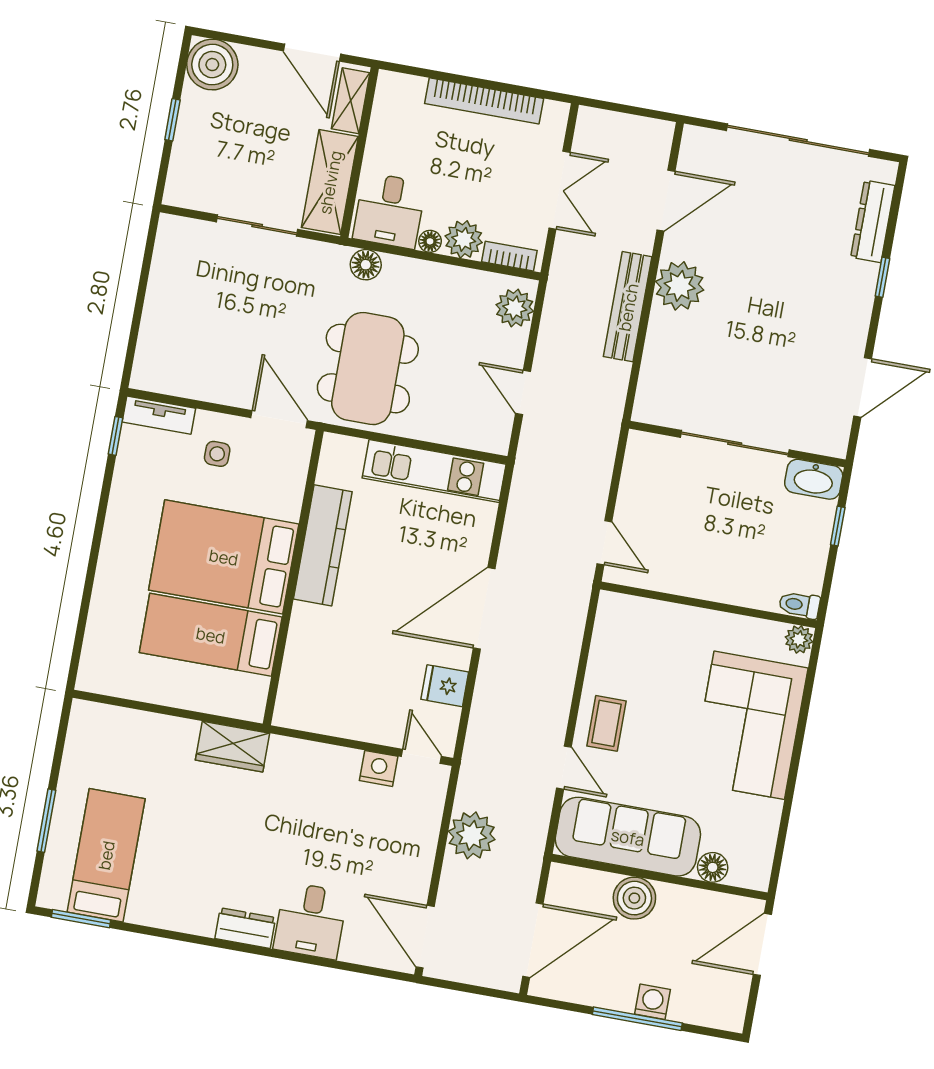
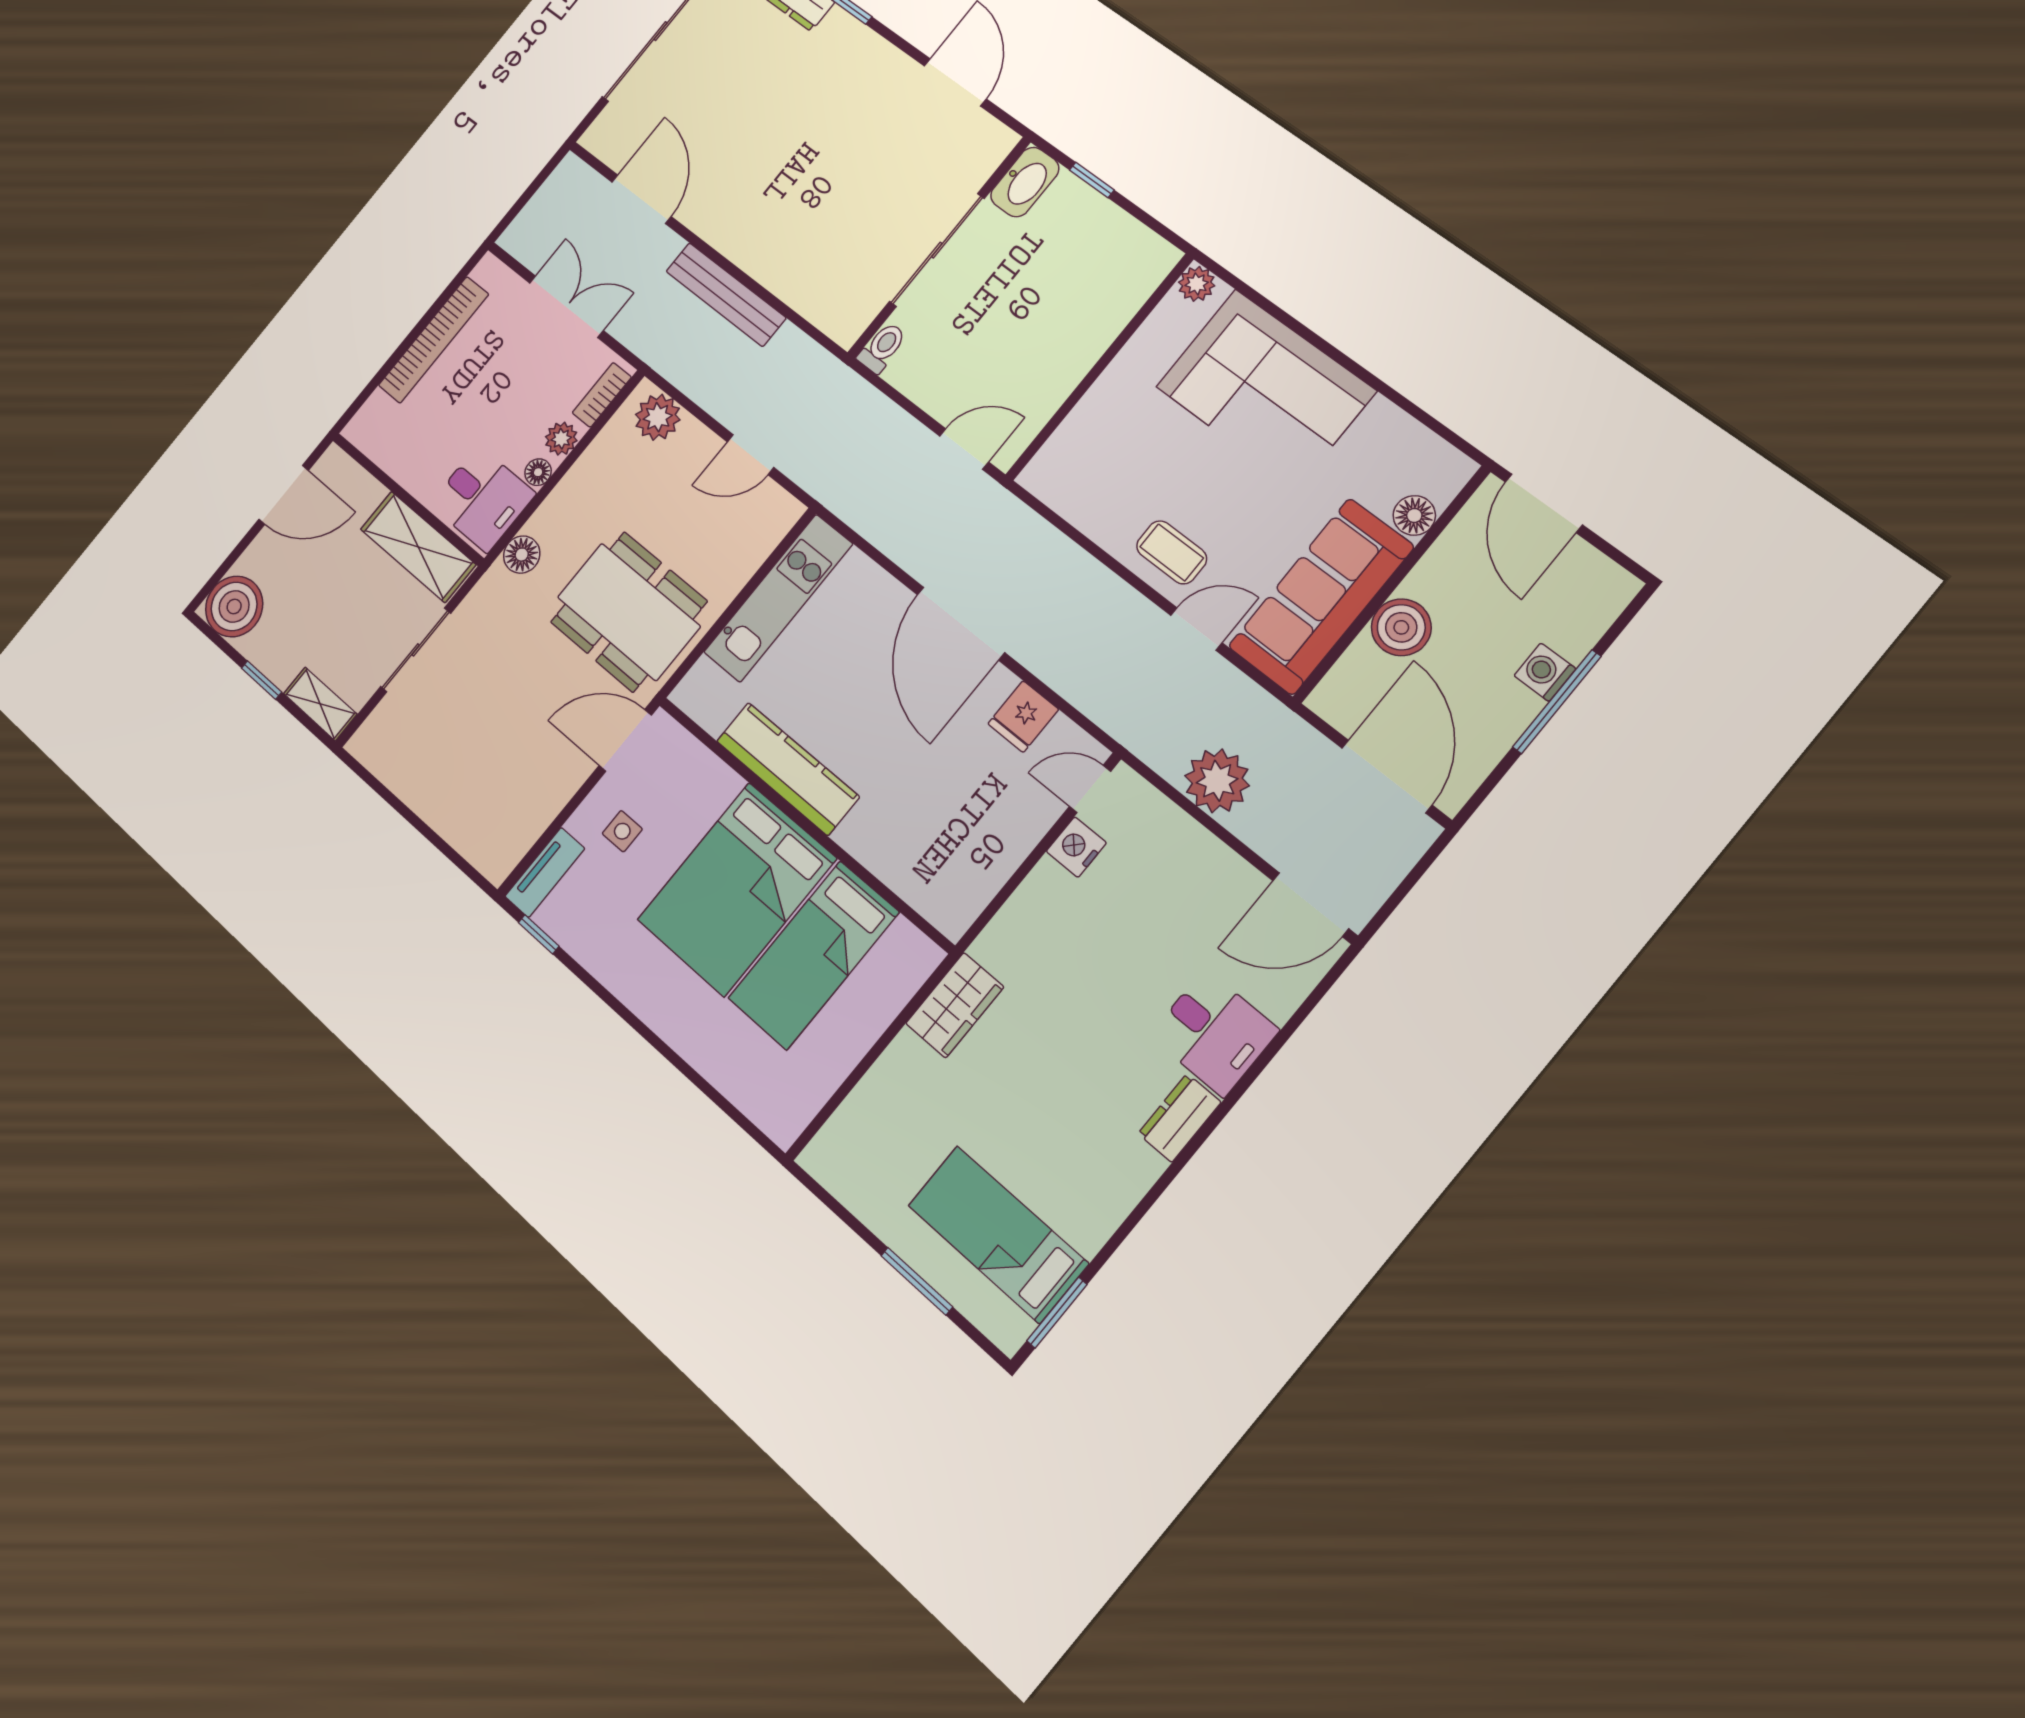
shelving: (351, 101) -> (320, 704), moved
plant: (464, 239) -> (561, 439), width x0.73, depth x0.73
plant: (680, 286) -> (736, 228), removed
toilet: (799, 605) -> (882, 348), moved, turned 180

